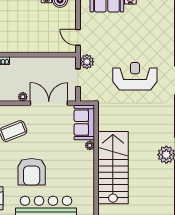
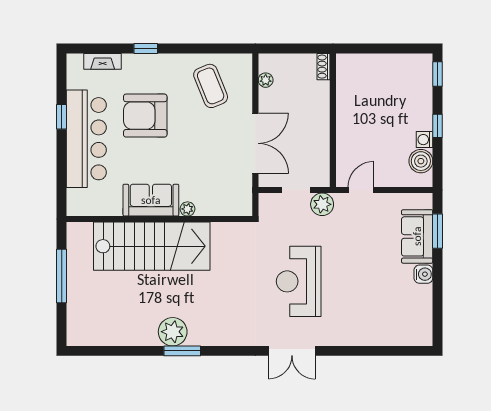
reception desk: (135, 76) -> (299, 281), turned 180
plant: (23, 97) -> (266, 80), moved
sofa: (84, 123) -> (151, 200), moved

